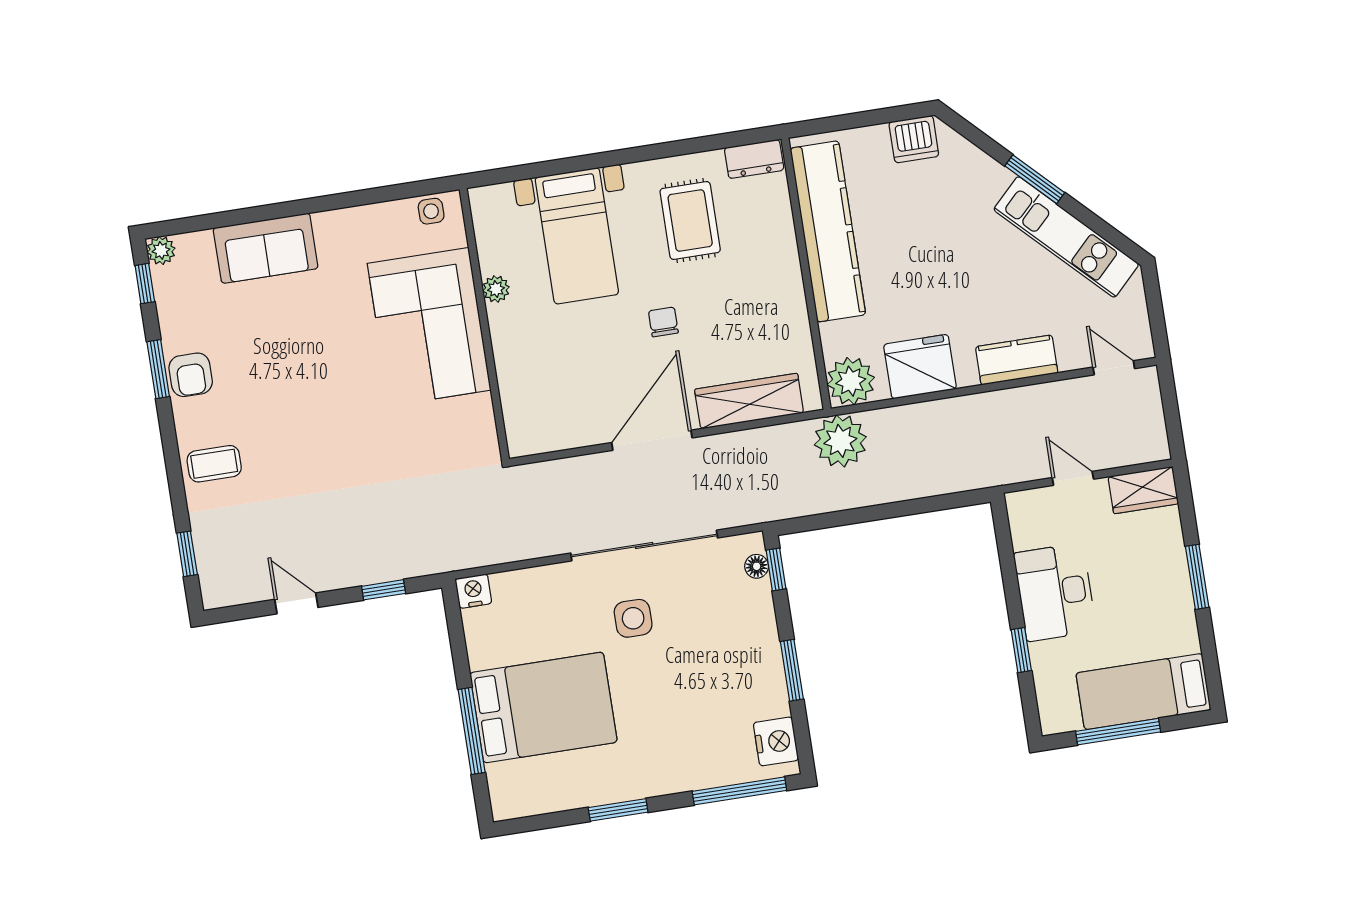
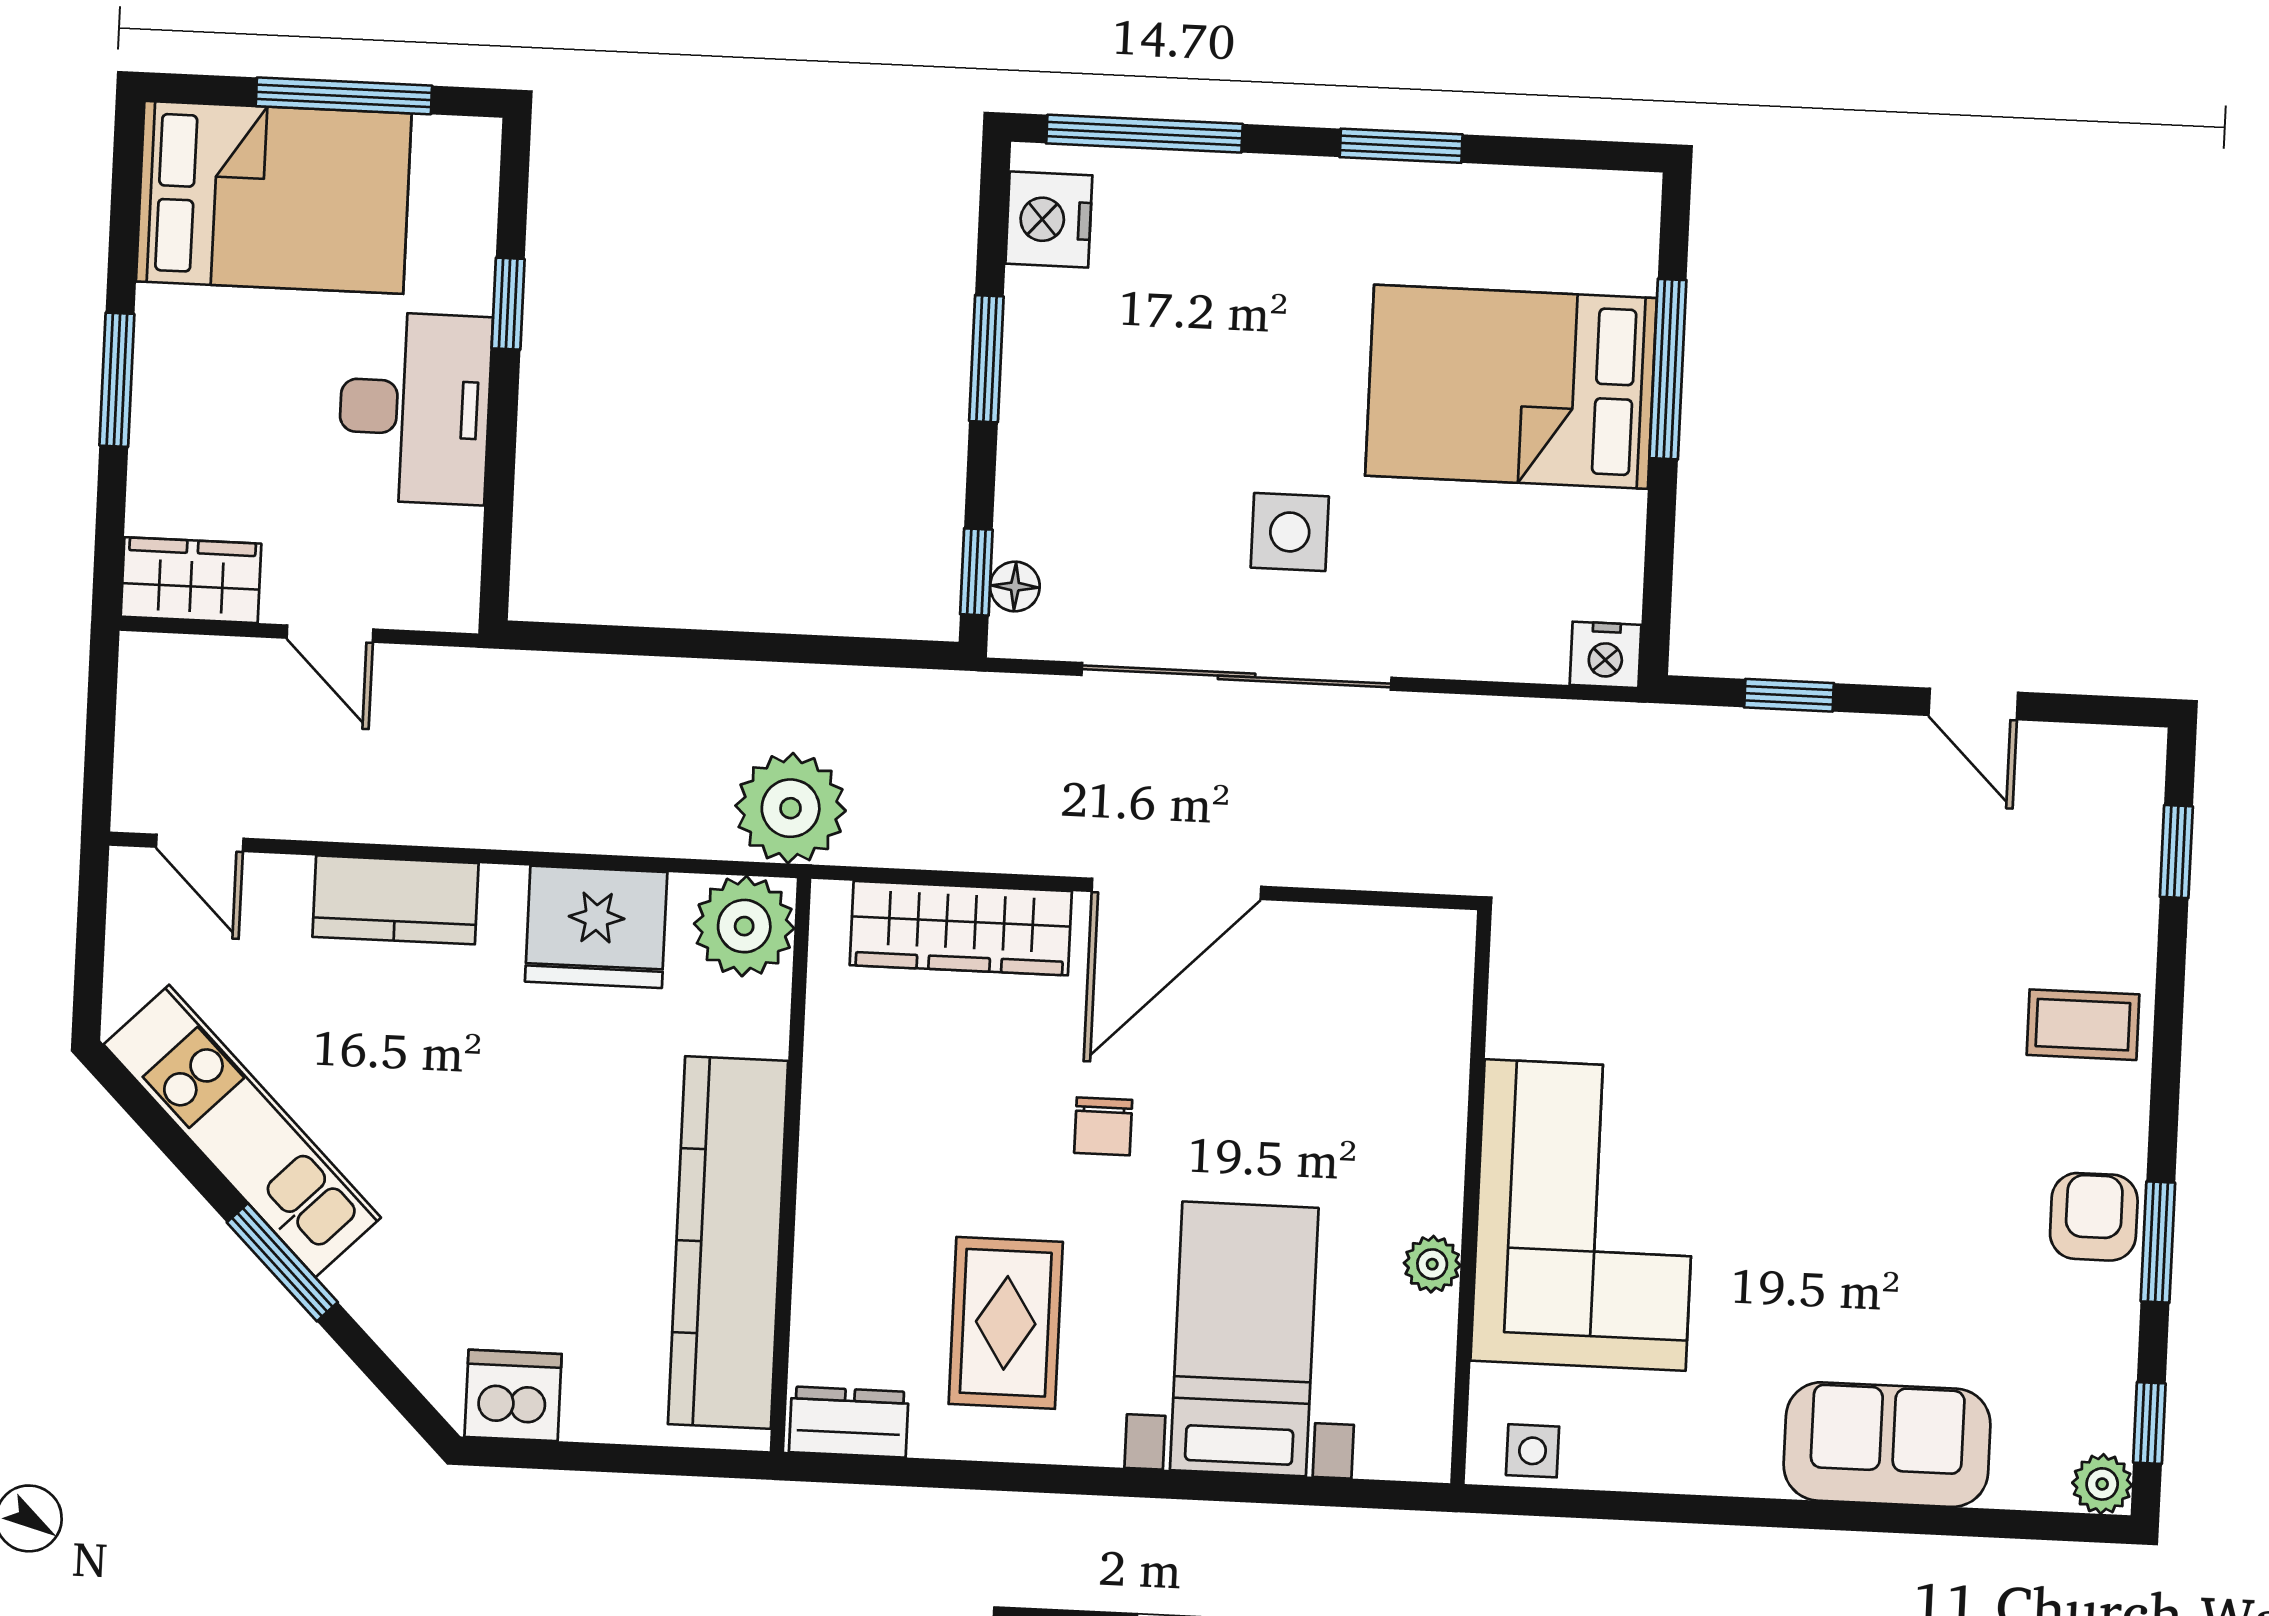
bed: (1143, 692) -> (274, 197), width x1.50

